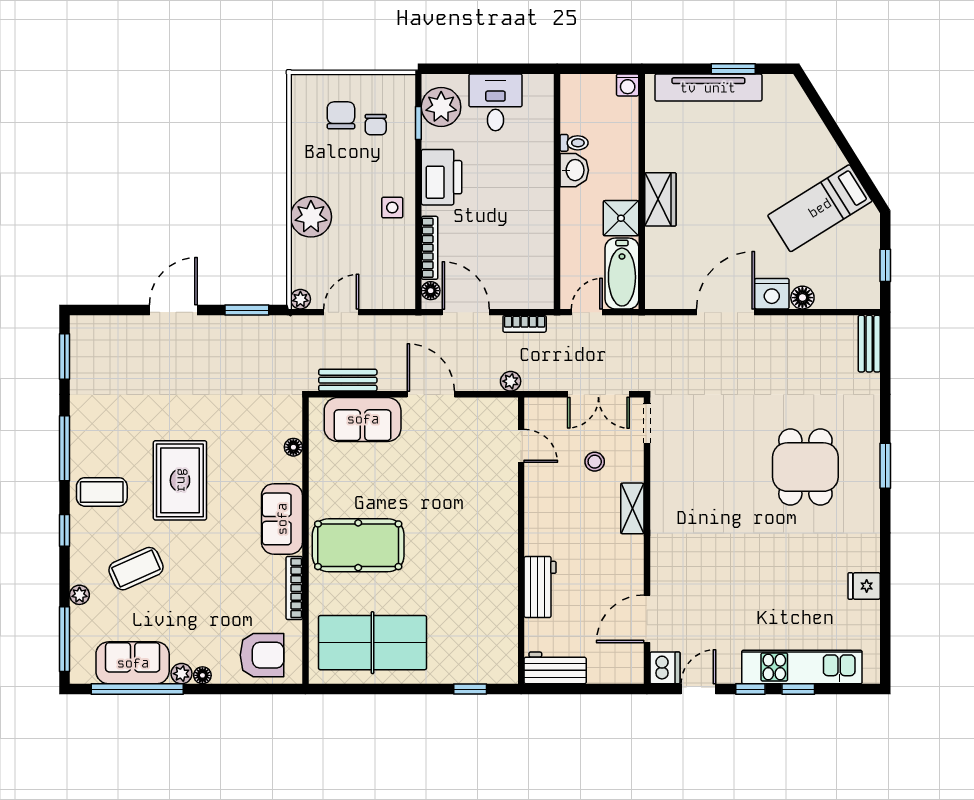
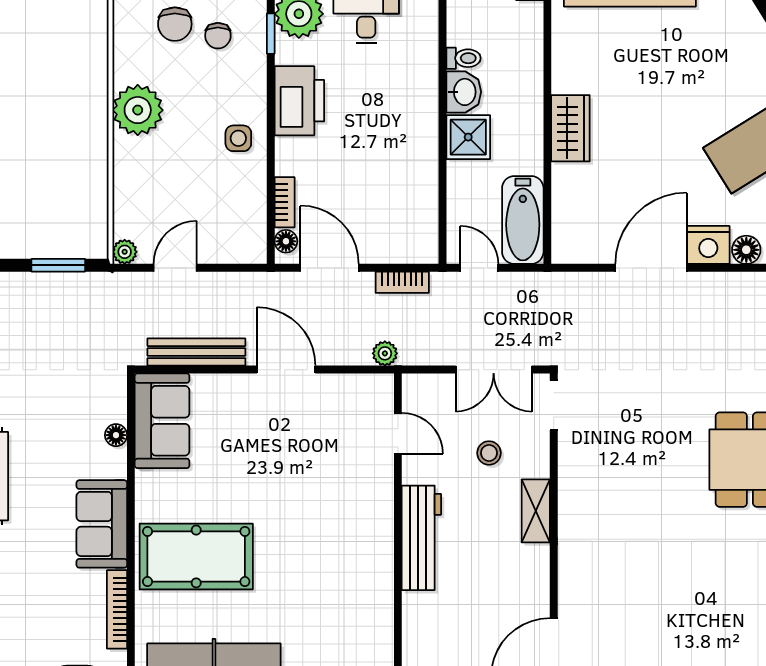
chair: (341, 115) -> (175, 24), turned 180
plant: (311, 217) -> (138, 110), moved
shower: (621, 218) -> (468, 137), moved
bookcase: (430, 248) -> (285, 202), width x0.64
door: (587, 312) -> (479, 268), hinge flipped
bench: (348, 380) -> (196, 352), width x1.36
sofa: (363, 419) -> (162, 421), moved, turned -90
workbench: (540, 587) -> (421, 538), moved, width x1.38

